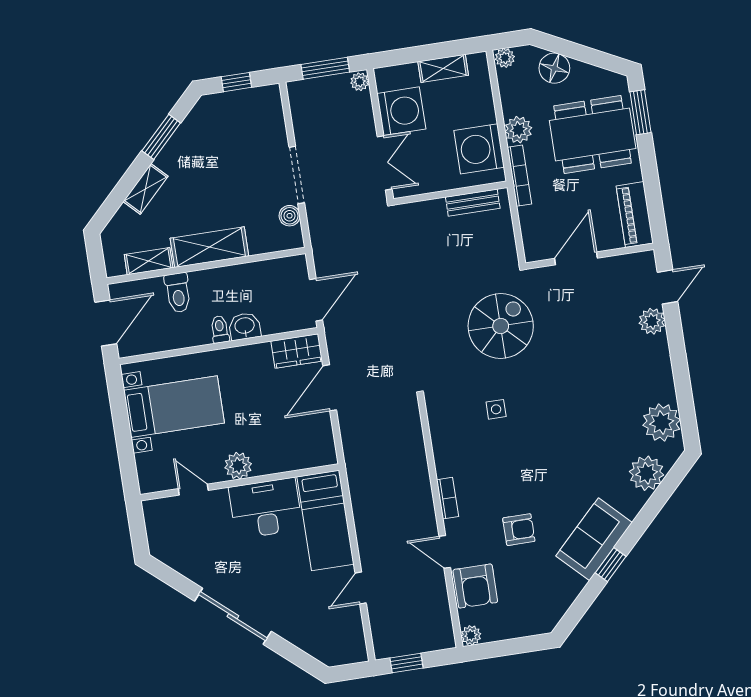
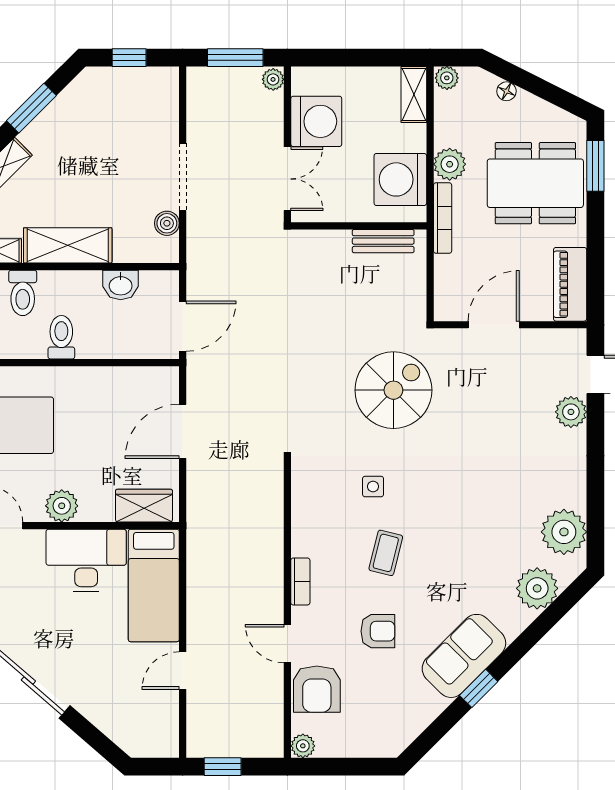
shelving: (443, 68) -> (414, 95), moved, turned 90
floor lamp: (554, 68) -> (506, 91), width x0.53, depth x0.53
washbasin: (245, 326) -> (121, 285), moved, turned 180
toilet: (220, 329) -> (61, 337), width x1.37, depth x1.39
wardrobe: (297, 351) -> (144, 506), moved, turned 180
coffee table: (515, 463) -> (386, 553), added

